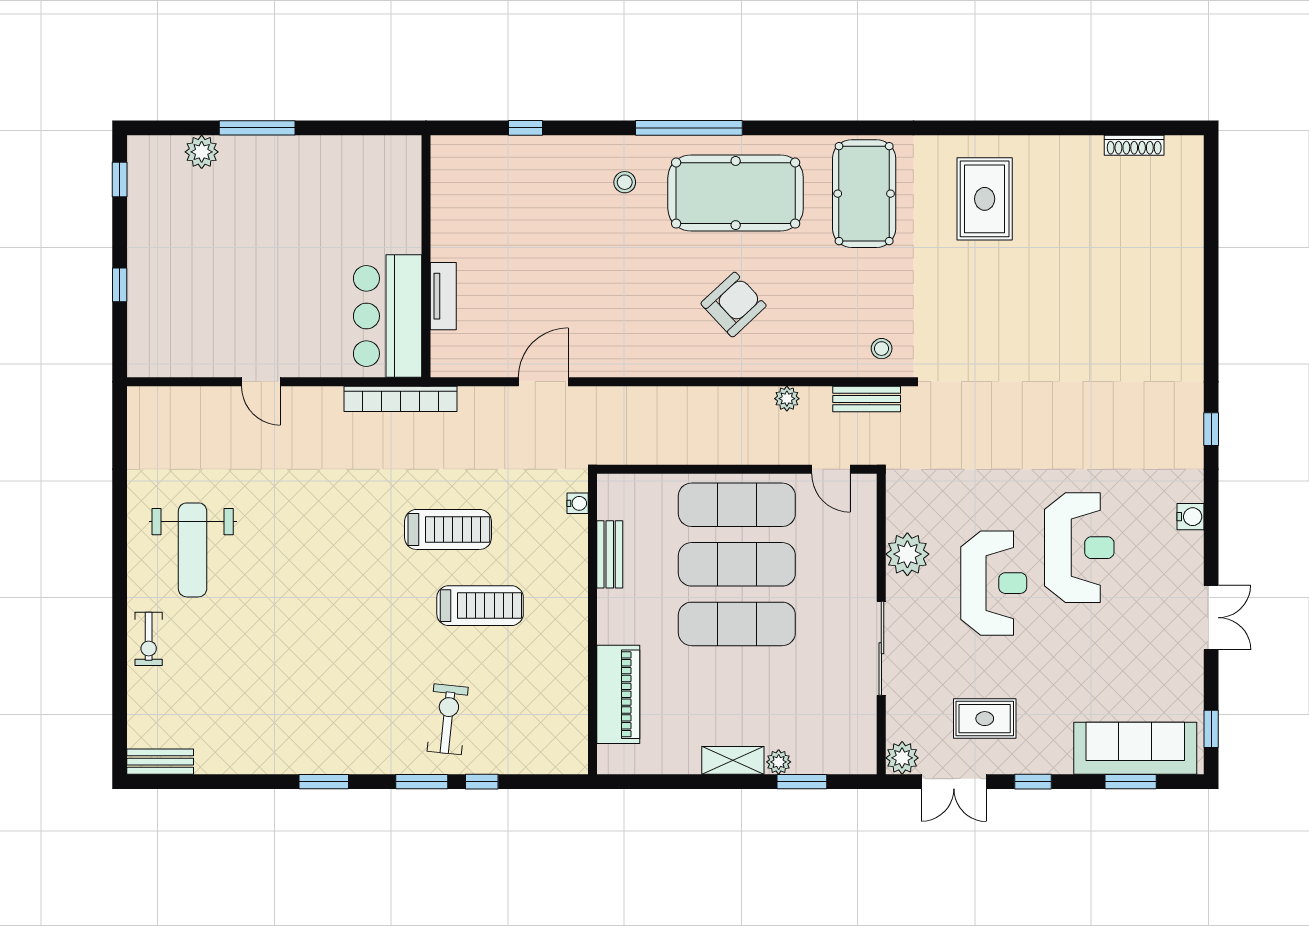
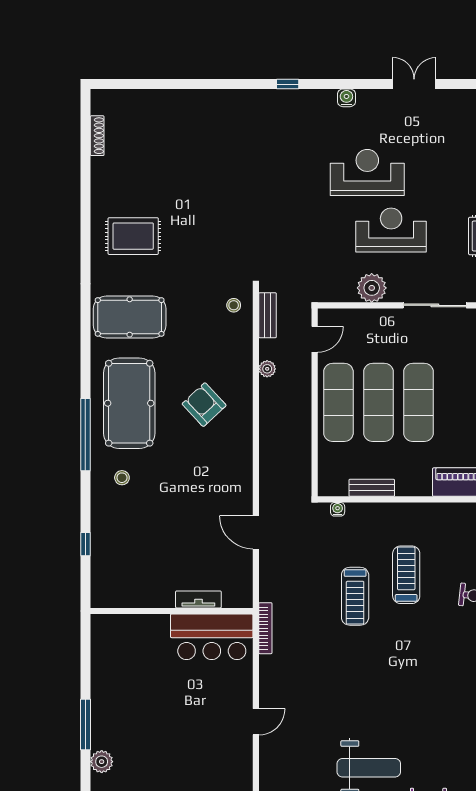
bookcase: (400, 399) -> (265, 628), width x0.68, depth x0.76
treadmill: (448, 529) -> (355, 596), turned 180

